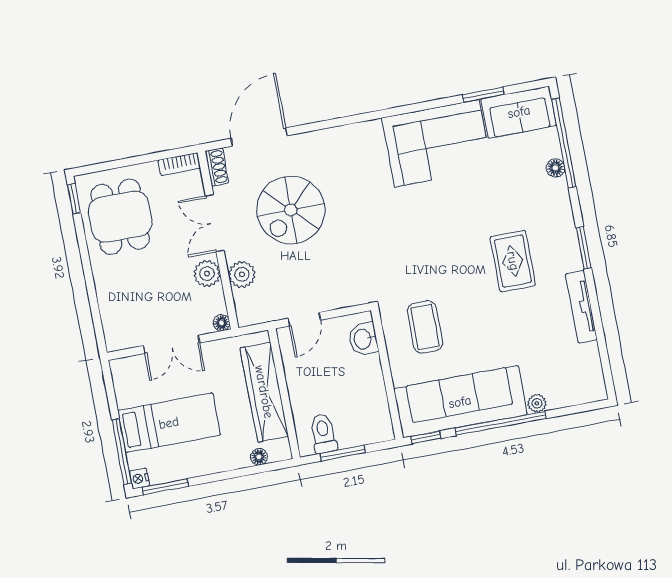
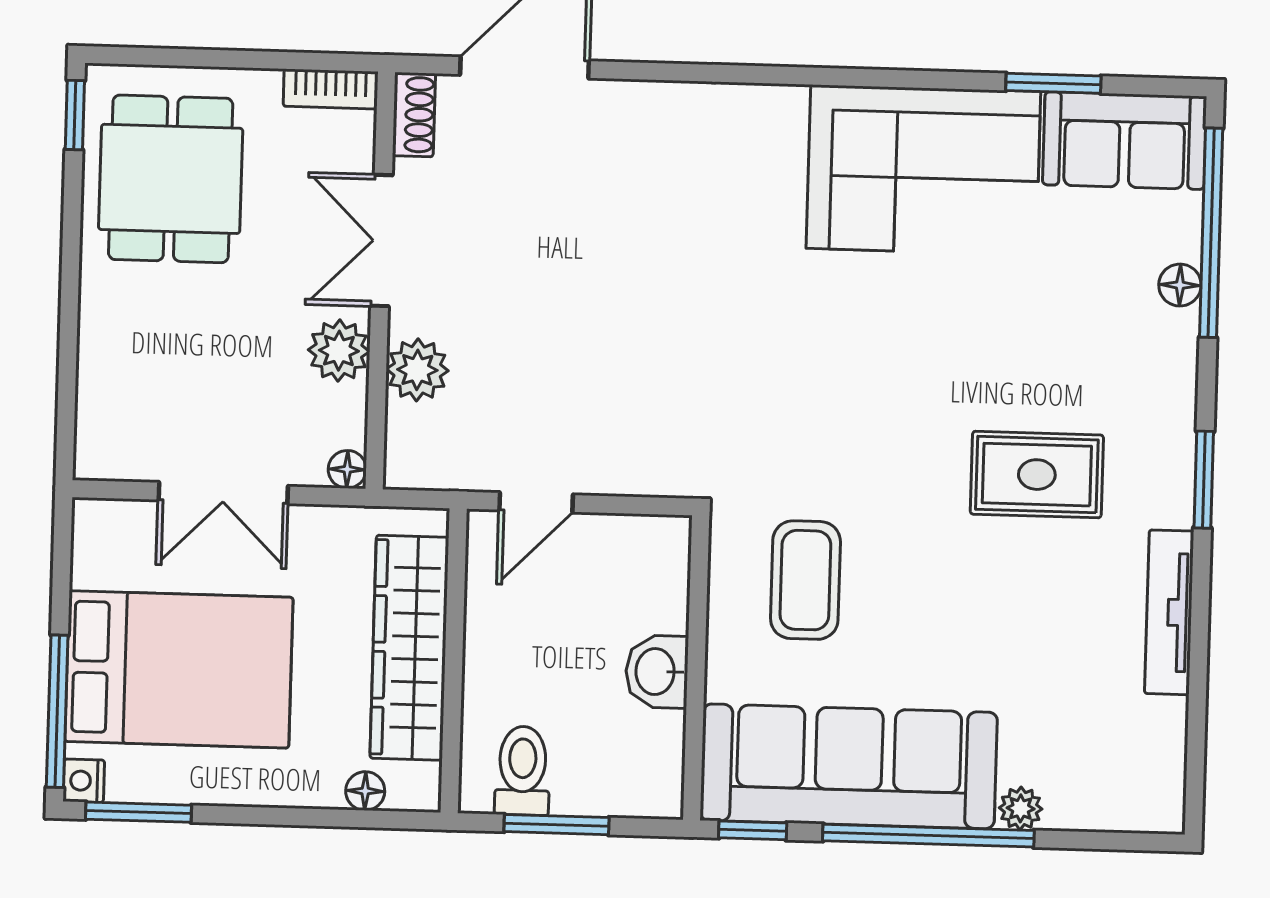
spiral stairs: (291, 210) -> (560, 248), removed
rug: (513, 261) -> (1037, 475), turned 90
washbasin: (363, 339) -> (657, 672), moved
bed: (169, 423) -> (179, 669), width x1.50

